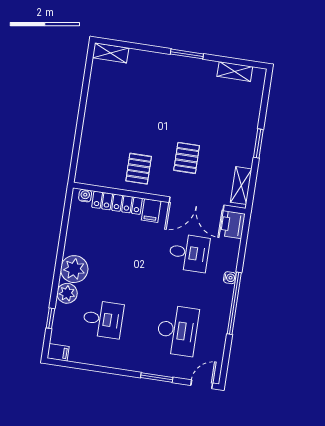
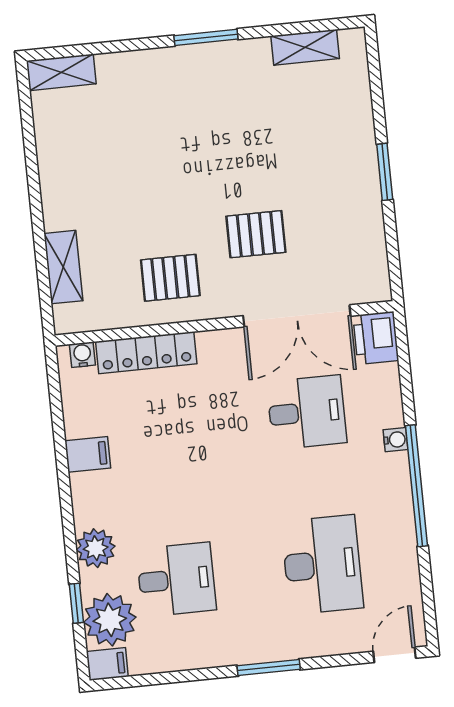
pallet: (187, 158) -> (256, 234), turned 90
pallet: (139, 169) -> (170, 278), turned 90
shelving: (241, 186) -> (63, 267), moved
filing cabinet: (151, 211) -> (88, 454), moved, turned -90
plant: (74, 269) -> (110, 620), moved
window: (157, 377) -> (269, 668), moved

